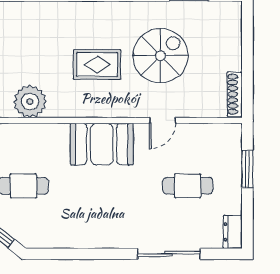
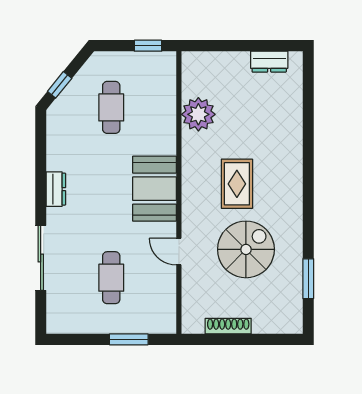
spiral stairs: (160, 56) -> (246, 249), turned -90
shoe rack: (235, 94) -> (228, 326), moved
dresser: (233, 232) -> (56, 189), moved, turned 90

